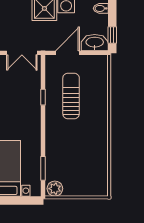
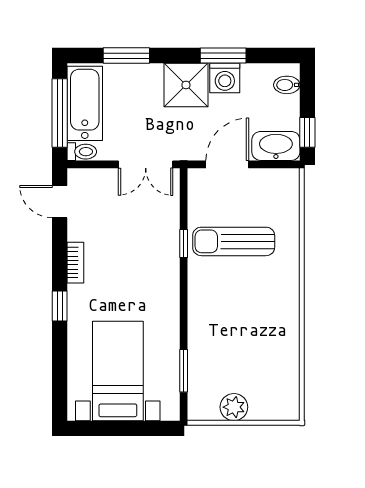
sun lounger: (71, 96) -> (234, 241), turned -90
plant: (55, 189) -> (234, 407), moved

